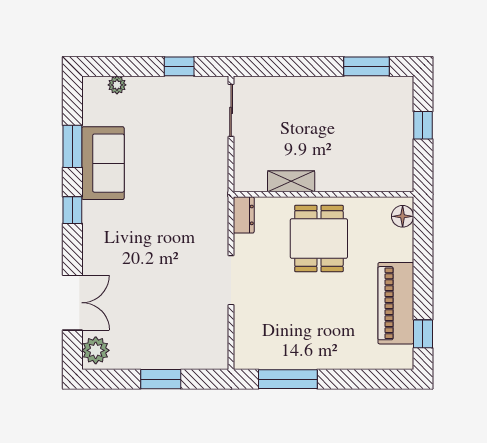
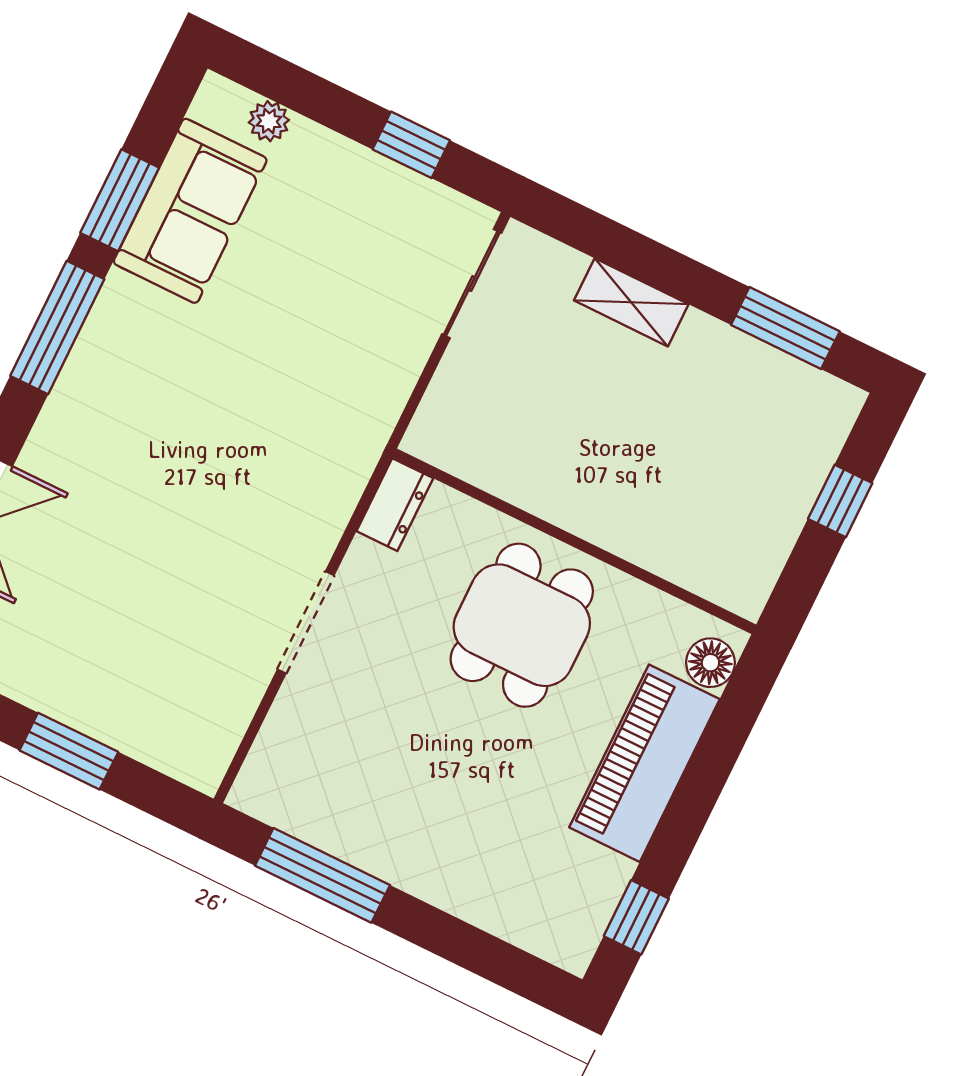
sofa: (103, 163) -> (190, 211), moved
shelving: (291, 181) -> (631, 302), moved
window: (72, 210) -> (57, 328), width x2.17
piano: (396, 303) -> (644, 763), moved

